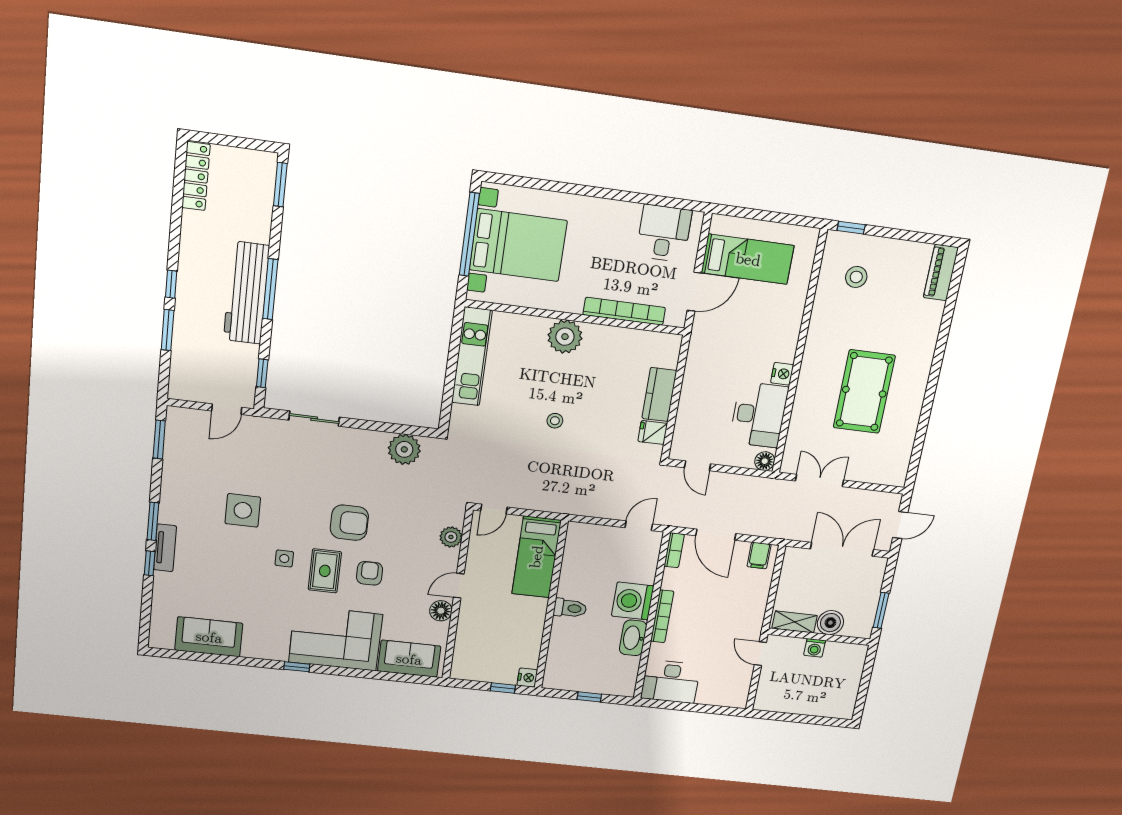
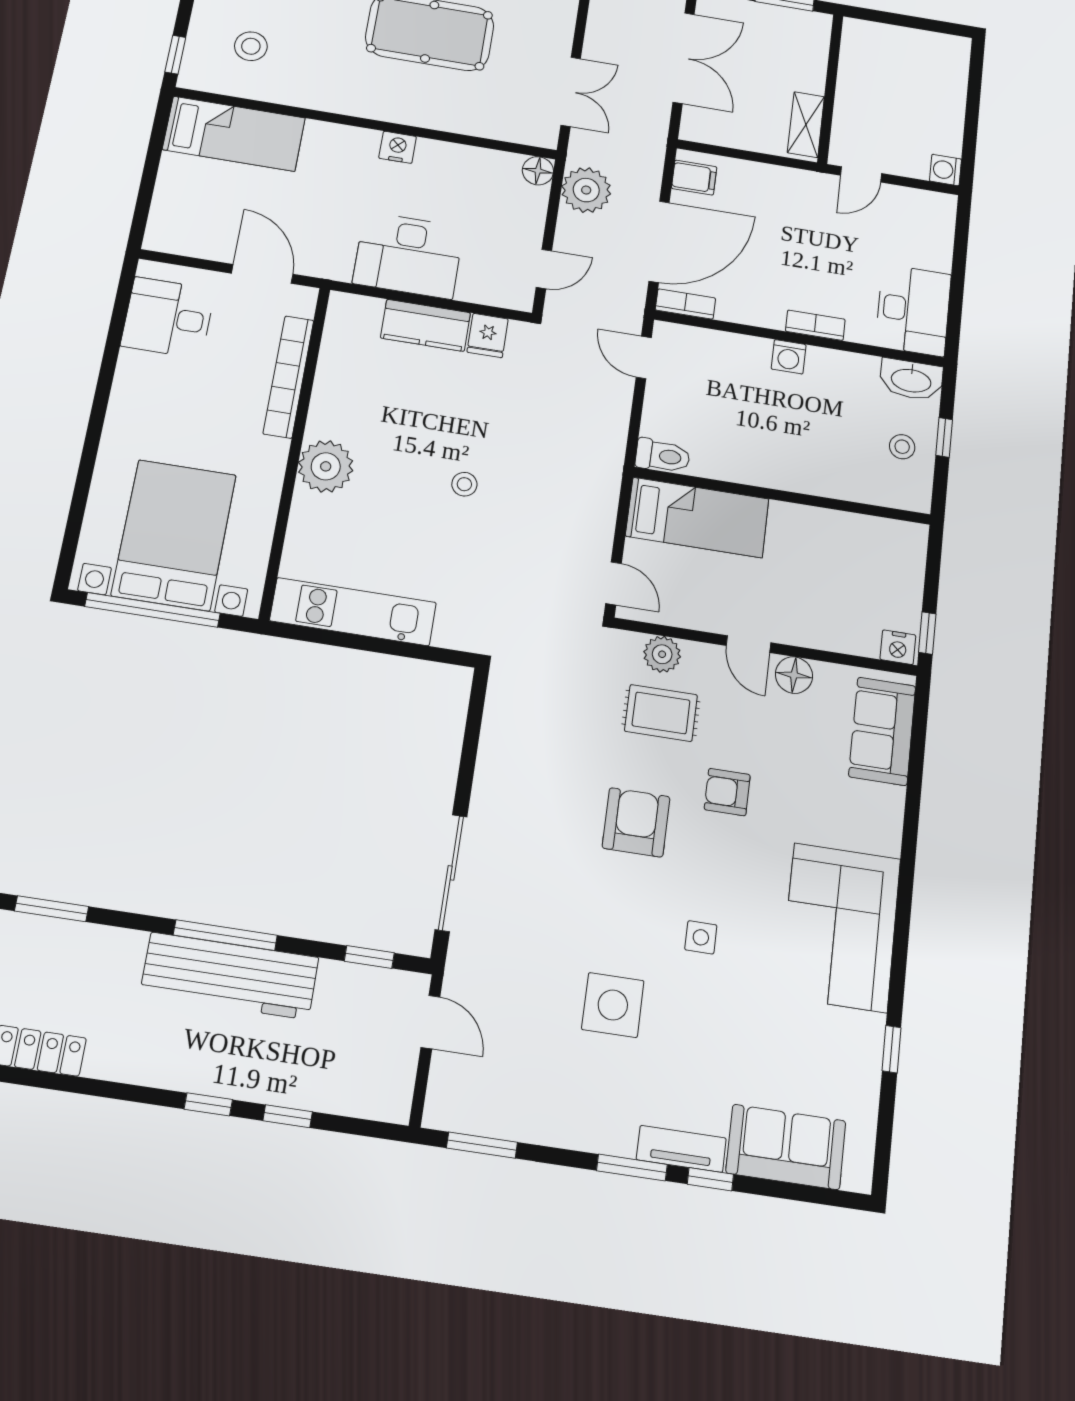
bed: (748, 259) -> (234, 134), moved, turned 90
window: (168, 330) -> (288, 1116), width x0.67
desk: (759, 415) -> (408, 255), moved, turned 180
sliding door: (314, 419) -> (451, 873), width x1.37
plant: (404, 449) -> (586, 190), moved
double door: (820, 480) -> (571, 92), swing flipped
door: (716, 535) -> (659, 242), width x1.36
double door: (842, 549) -> (684, 58), swing flipped
rug: (325, 571) -> (661, 713), moved
washing machine: (633, 601) -> (789, 357), width x0.53, depth x0.53
toilet: (570, 608) -> (663, 456), moved, turned 90
bookcase: (662, 616) -> (815, 325), width x0.64
boiler: (830, 623) -> (806, 72), removed
sofa: (209, 637) -> (786, 1147), moved, turned 90
corner sofa: (336, 638) -> (840, 927), moved
washbasin: (633, 638) -> (911, 380), moved
washing machine: (815, 648) -> (945, 170), moved, turned 180
window: (297, 667) -> (891, 1049), moved
stool: (583, 673) -> (902, 447), added
nightstand: (527, 678) -> (898, 647), moved, turned 180
window: (503, 688) -> (927, 633), moved

